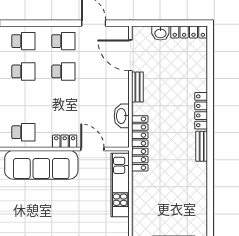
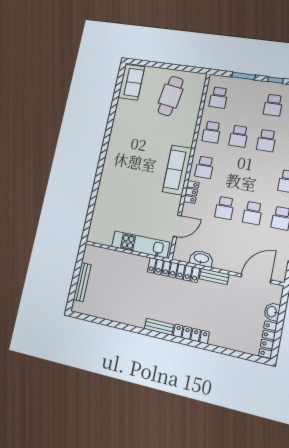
school desk: (23, 71) -> (225, 208), moved
bench: (137, 87) -> (214, 276), moved
locker: (65, 141) -> (191, 192), moved
sofa: (41, 165) -> (177, 170), width x0.74, depth x0.79

